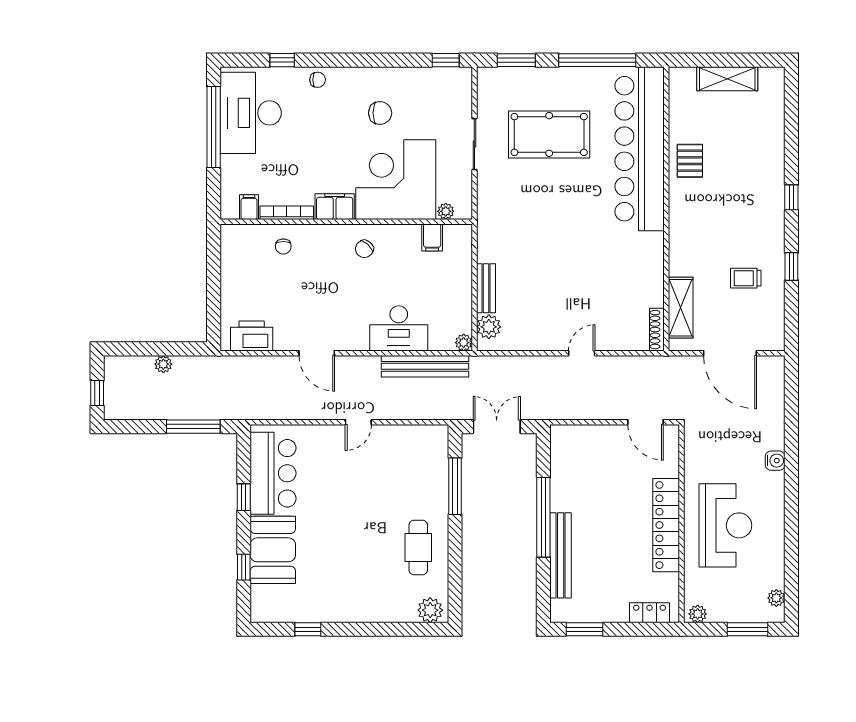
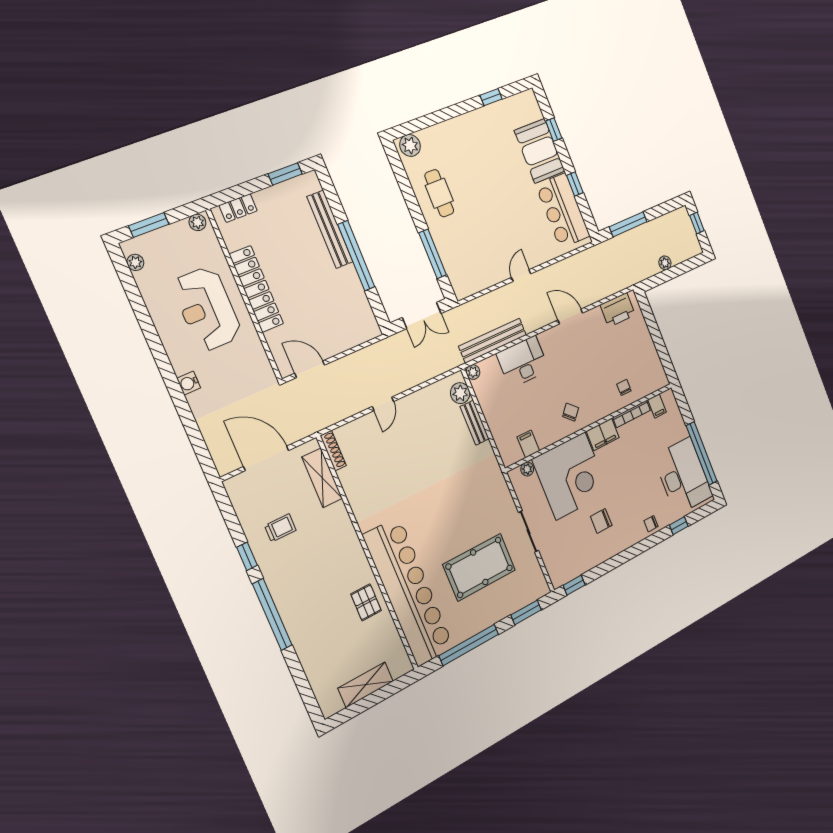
window: (791, 197) -> (272, 615), width x3.17

